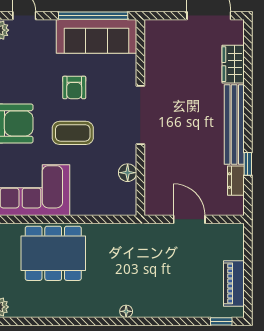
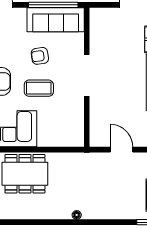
armchair: (74, 87) -> (40, 56), turned 82
floor lamp: (128, 173) -> (78, 116), removed

